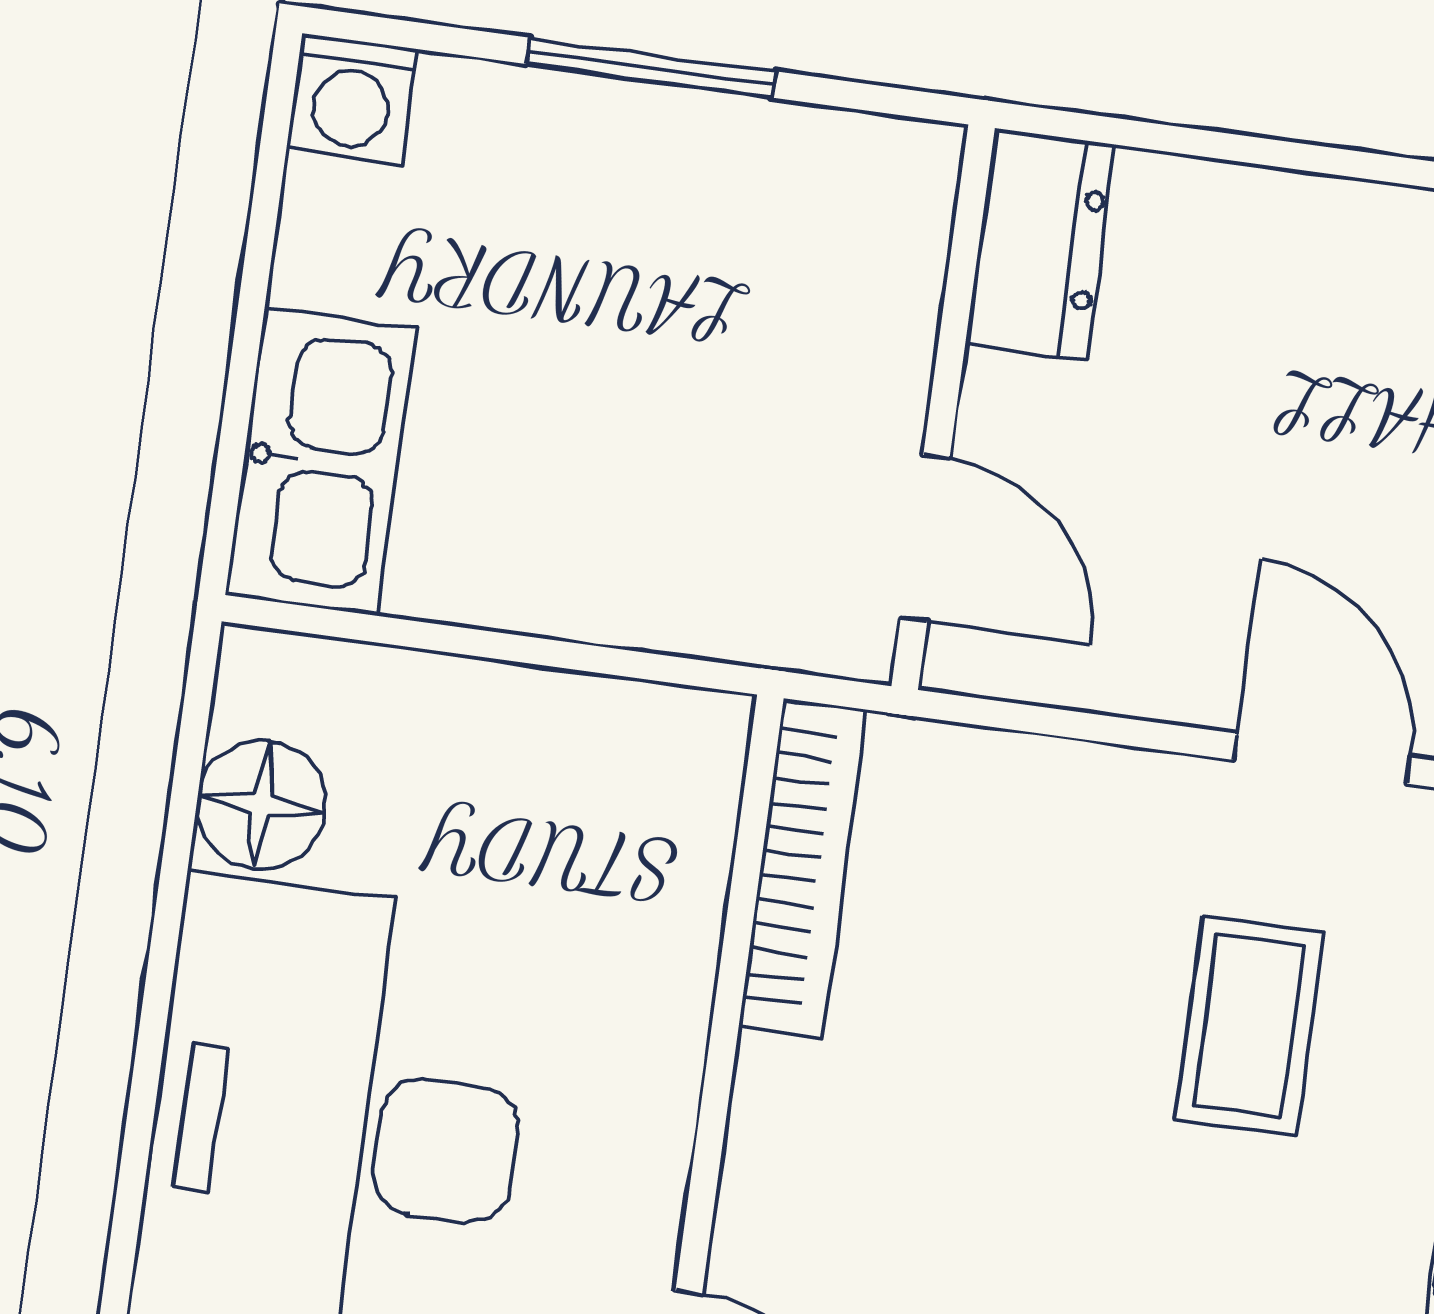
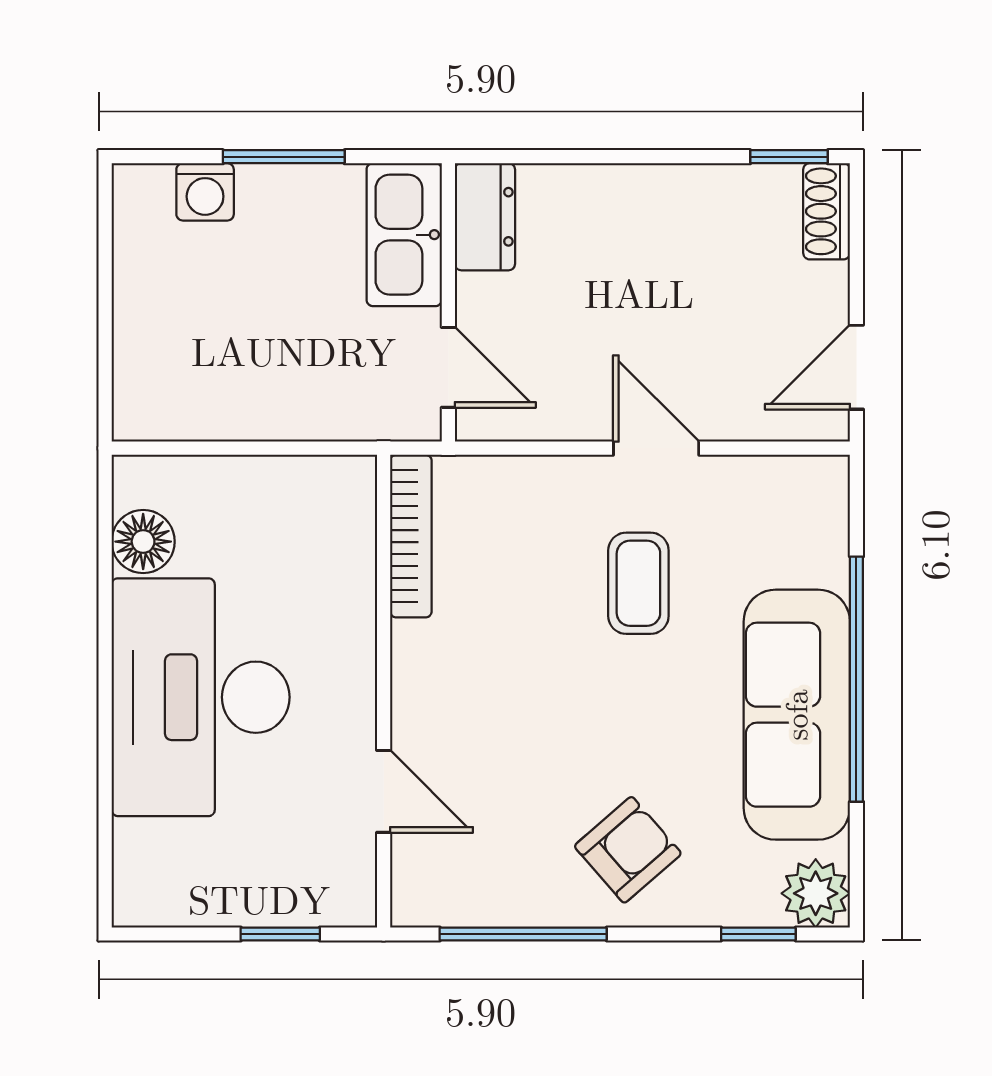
washing machine: (352, 99) -> (205, 192), moved
kitchen sink: (321, 461) -> (404, 235), moved, turned 180

